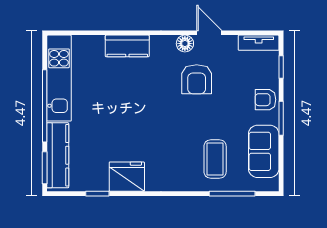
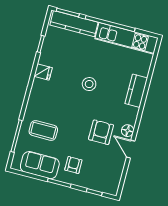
door: (209, 33) -> (131, 149), swing flipped
tv unit: (259, 43) -> (115, 181), removed
armchair: (197, 79) -> (101, 132), turned 90
armchair: (265, 100) -> (73, 165), moved
stool: (135, 113) -> (89, 84), added
fridge: (127, 177) -> (43, 72), width x0.53, depth x0.75

